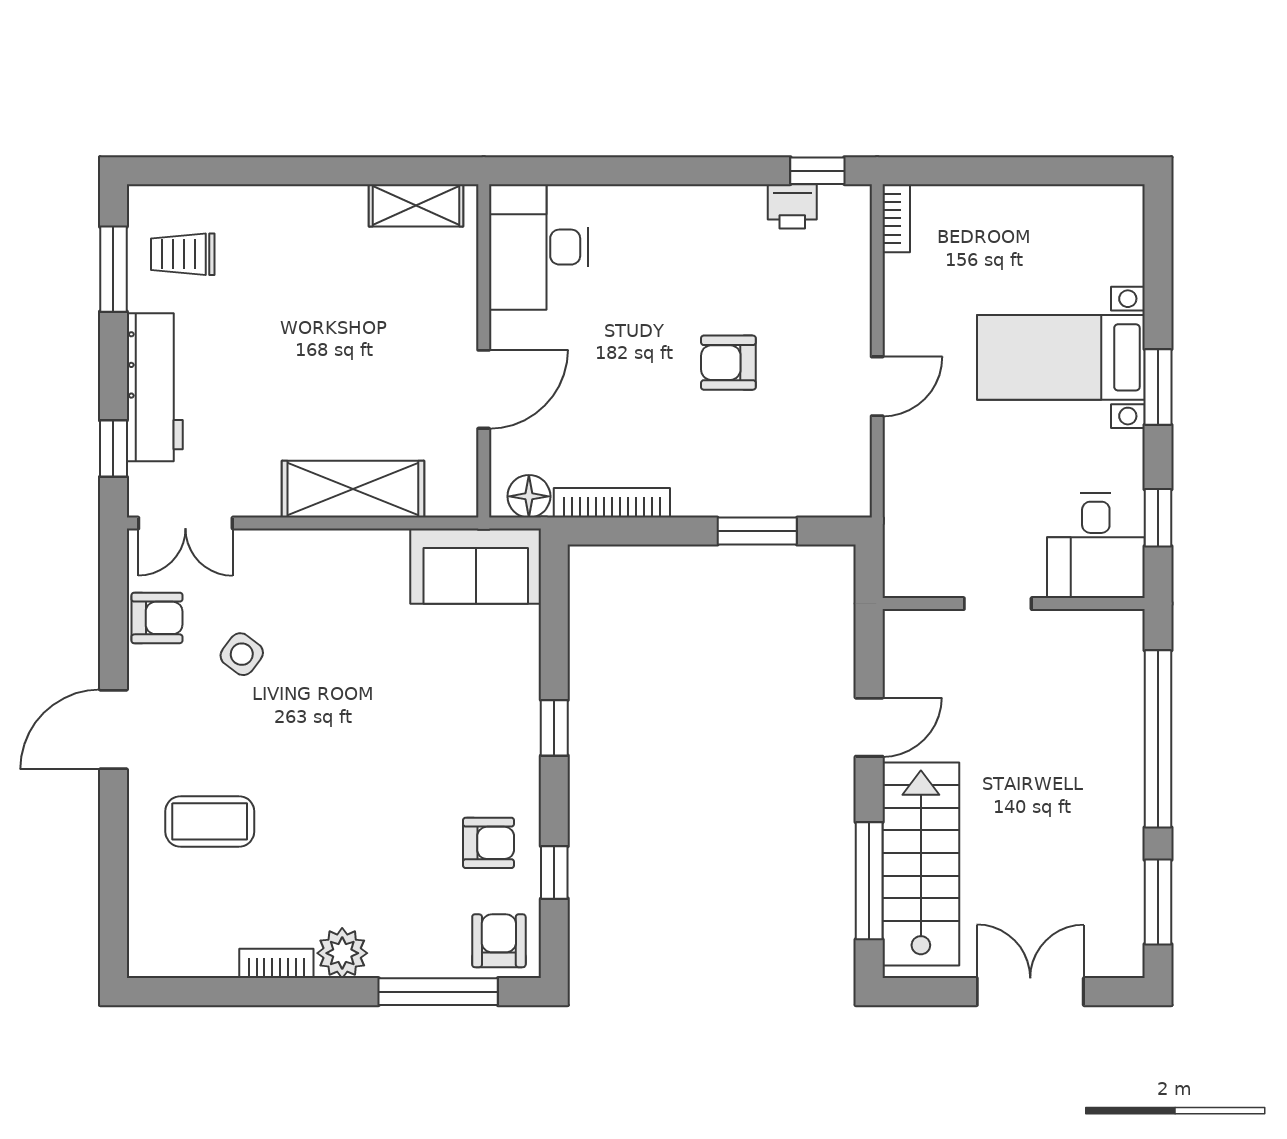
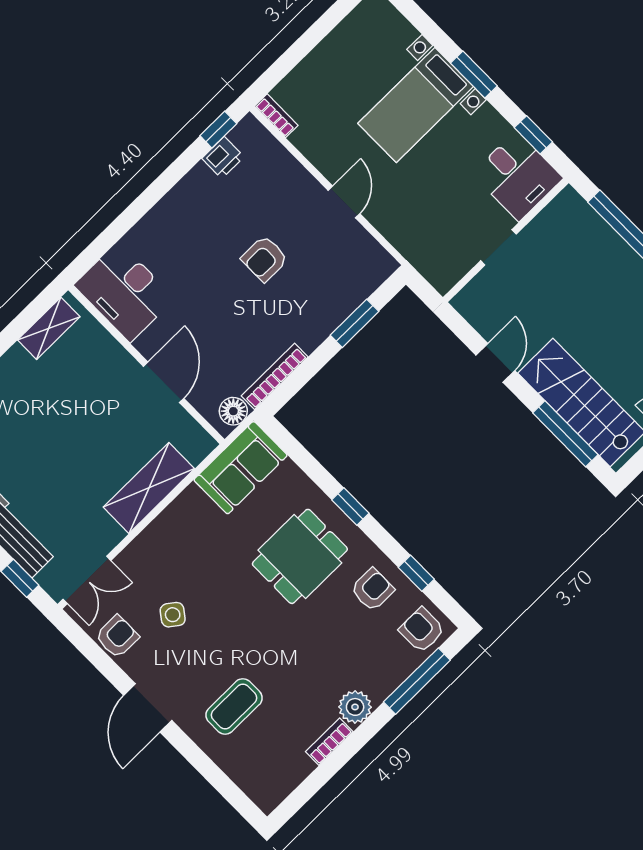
dining table: (445, 728) -> (300, 556), added

